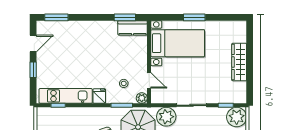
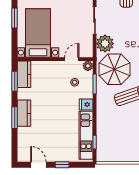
window: (56, 17) -> (15, 118), moved
kitchen counter: (90, 28) -> (24, 113), added

